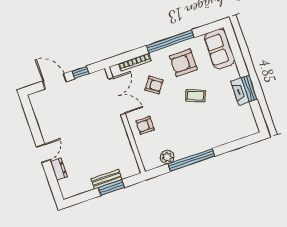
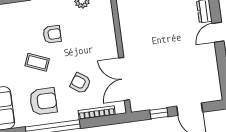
armchair: (145, 125) -> (52, 34), moved

